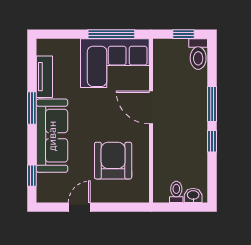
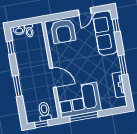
toilet: (198, 54) -> (44, 111), moved
sofa: (52, 136) -> (105, 33), moved
window: (212, 141) -> (11, 48), moved
armchair: (113, 161) -> (63, 31), moved

